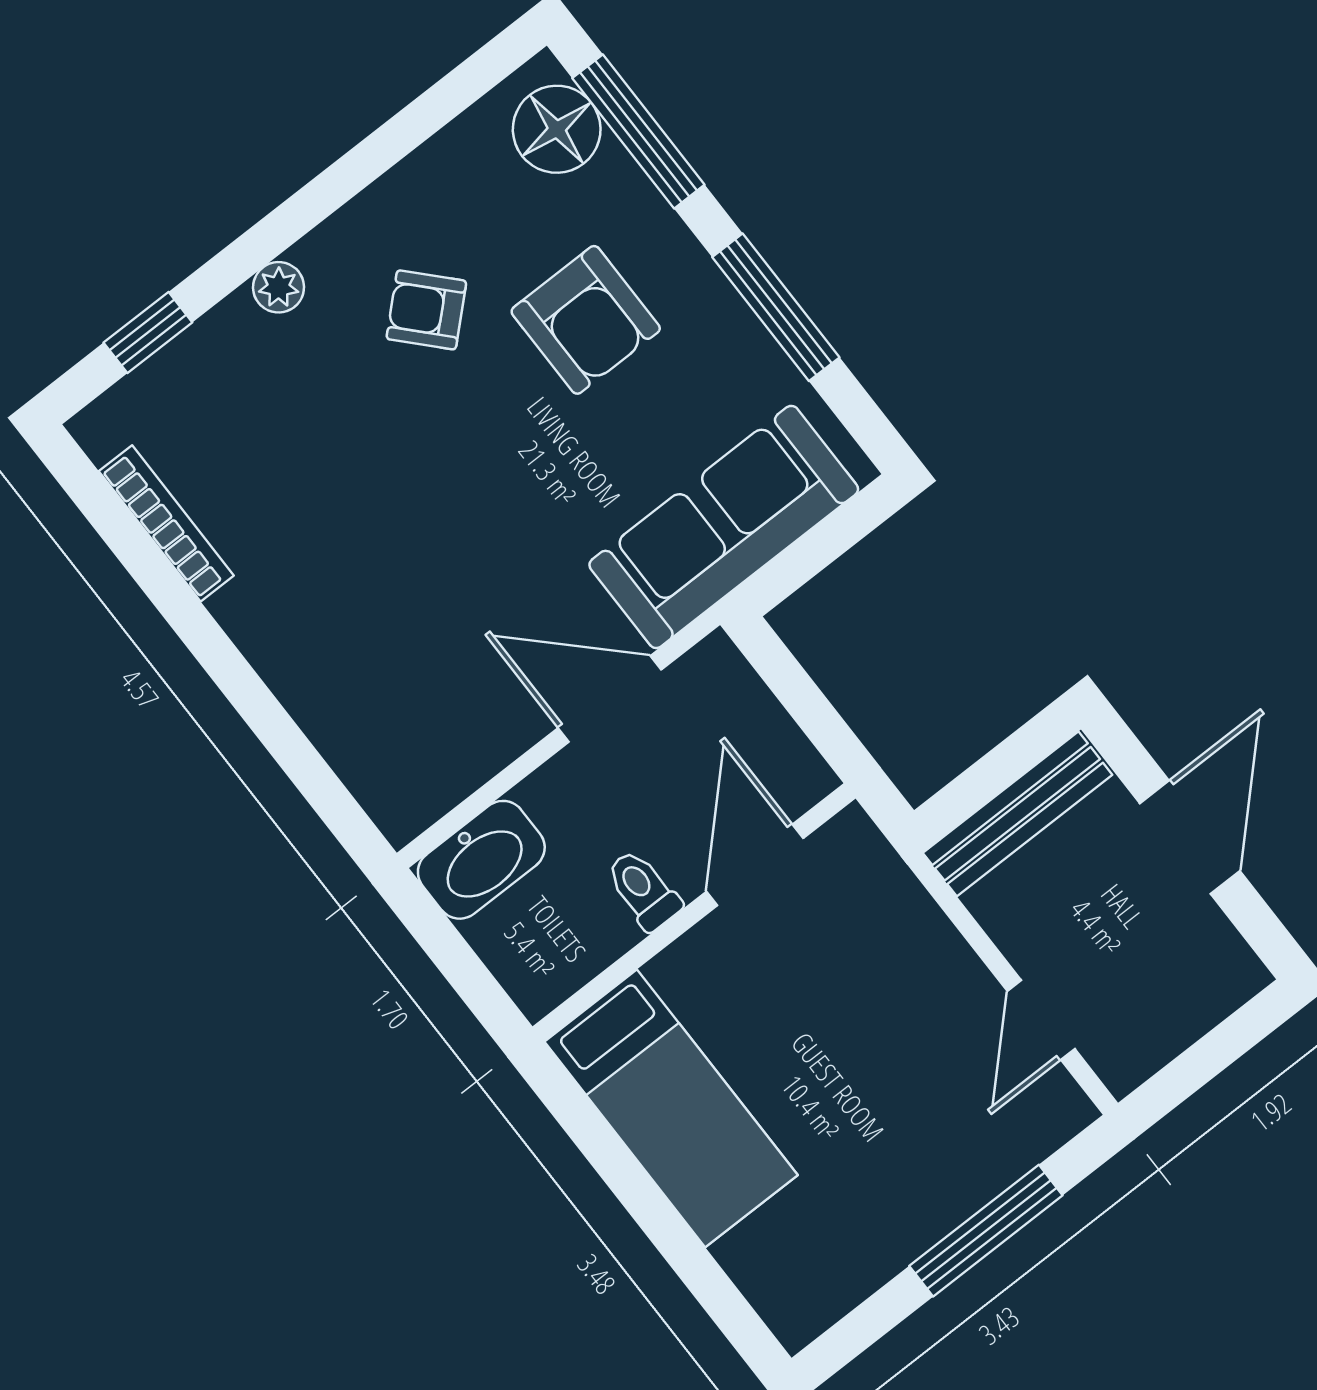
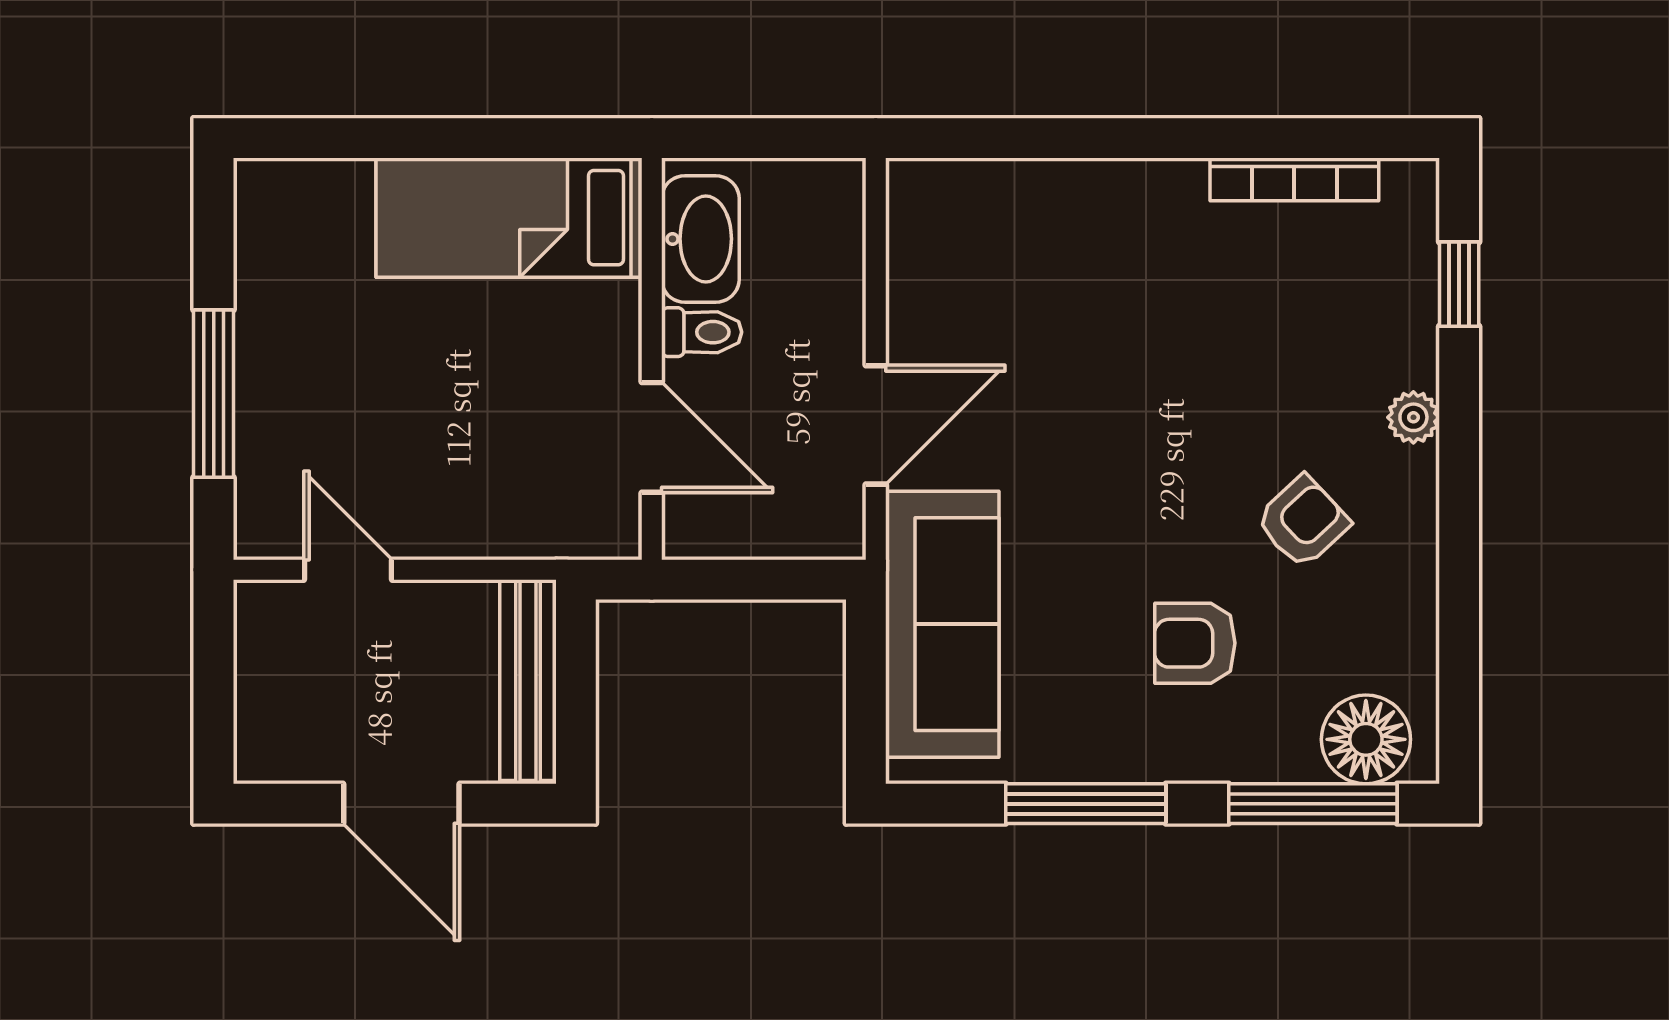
armchair: (586, 320) -> (1195, 643), width x0.72, depth x0.72
washbasin: (481, 860) -> (700, 239), moved, turned 180

